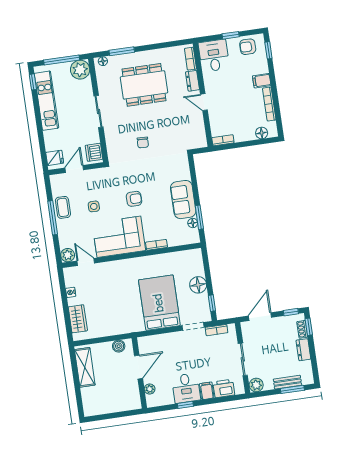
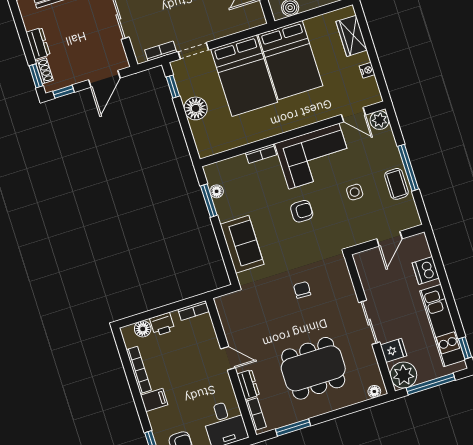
window: (122, 51) -> (293, 427), moved
printer: (247, 134) -> (162, 324), added
dishwasher: (94, 152) -> (426, 271), moved, turned 180
fridge: (55, 158) -> (394, 350), moved, turned 180
armchair: (134, 199) -> (302, 211), turned 180
sofa: (183, 200) -> (242, 244), moved
bed: (125, 308) -> (290, 60), added

